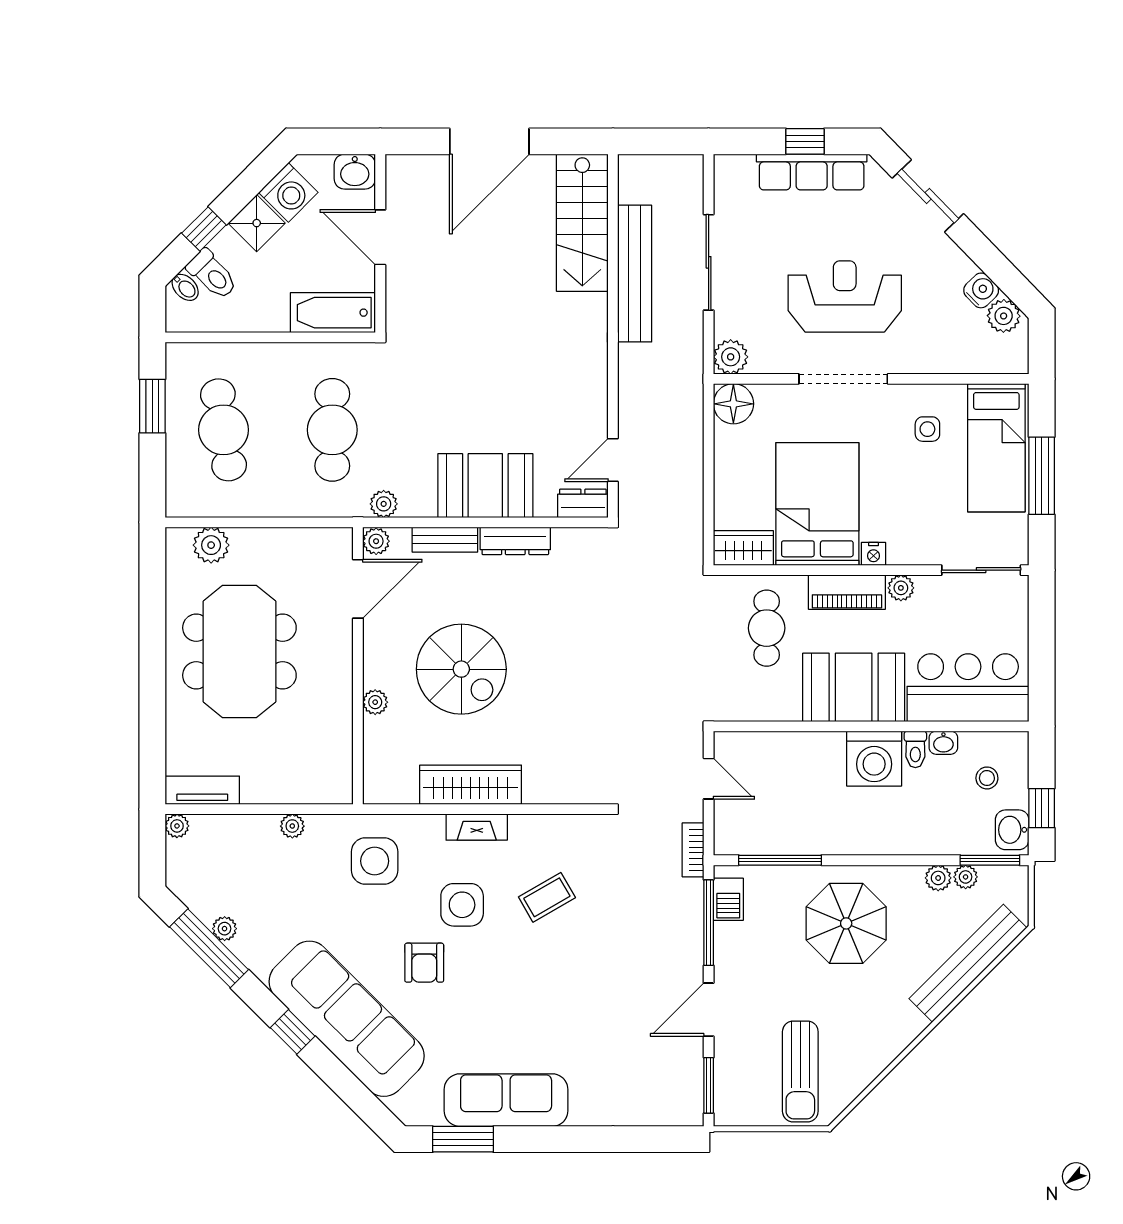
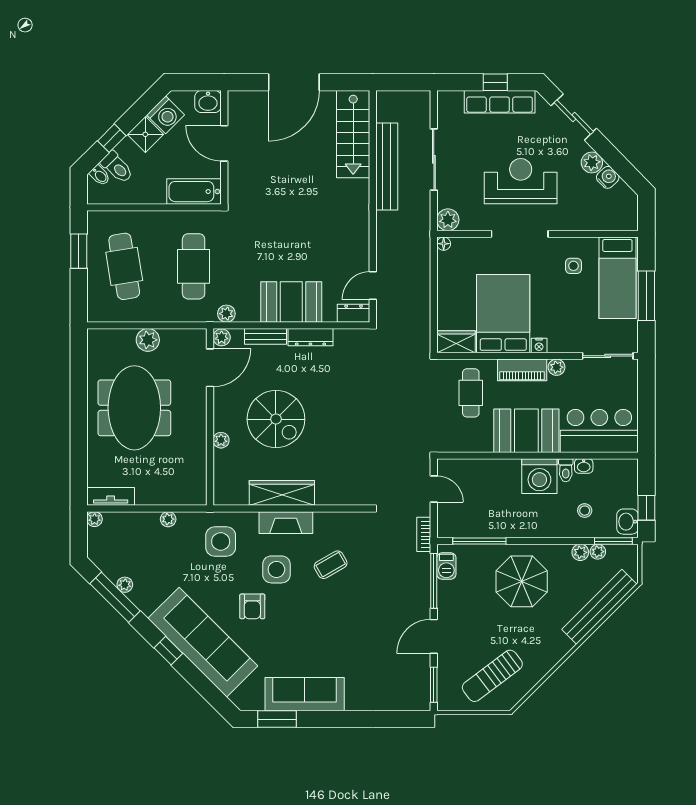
plant: (1004, 316) -> (592, 163), moved
floor lamp: (733, 404) -> (444, 244), width x0.53, depth x0.53
plant: (211, 545) -> (148, 340), moved
stool: (987, 778) -> (585, 511), moved
fireplace: (477, 827) -> (286, 523), width x1.37, depth x1.32
sun lounger: (800, 1072) -> (492, 676), turned 53

